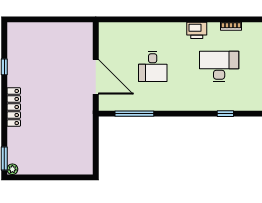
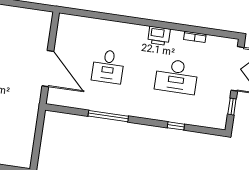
desk: (219, 66) -> (177, 76), turned 180
window: (134, 114) -> (108, 116), moved

